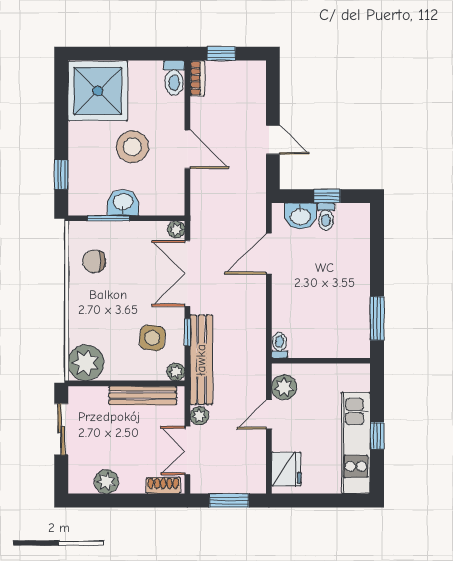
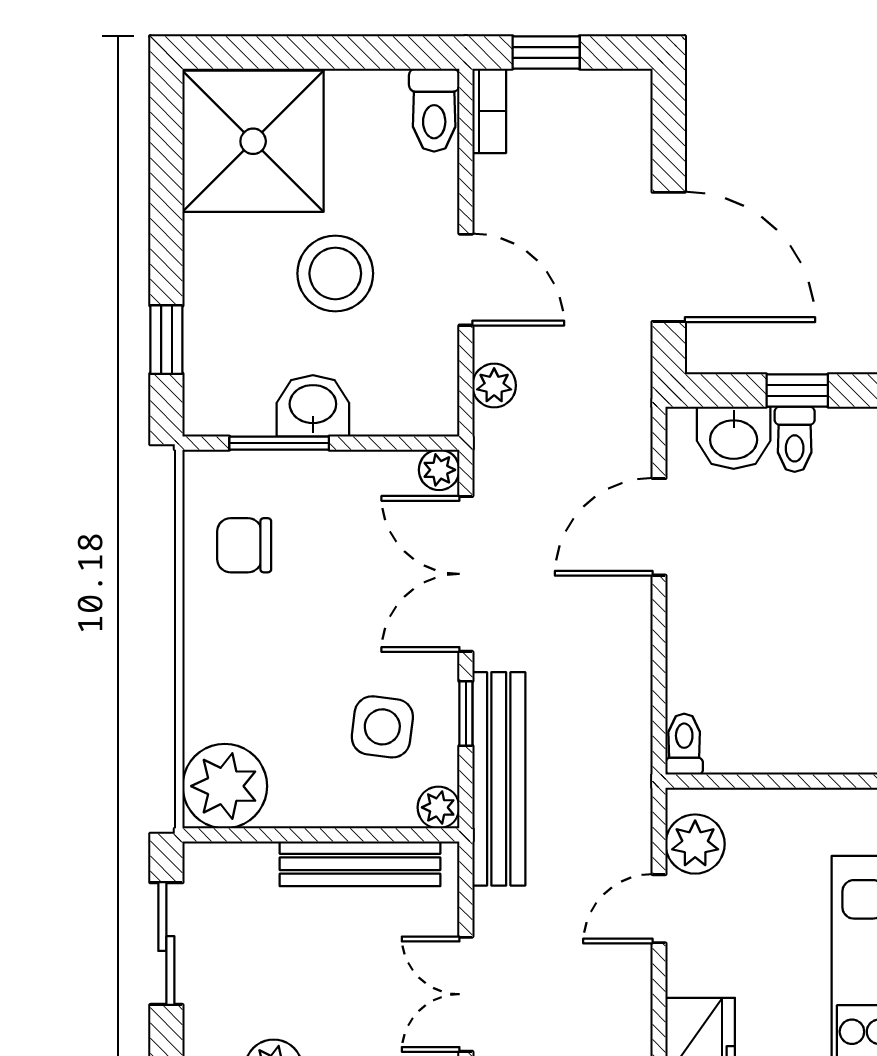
door: (273, 140) -> (669, 257), width x1.88
plant: (199, 416) -> (494, 386), moved

